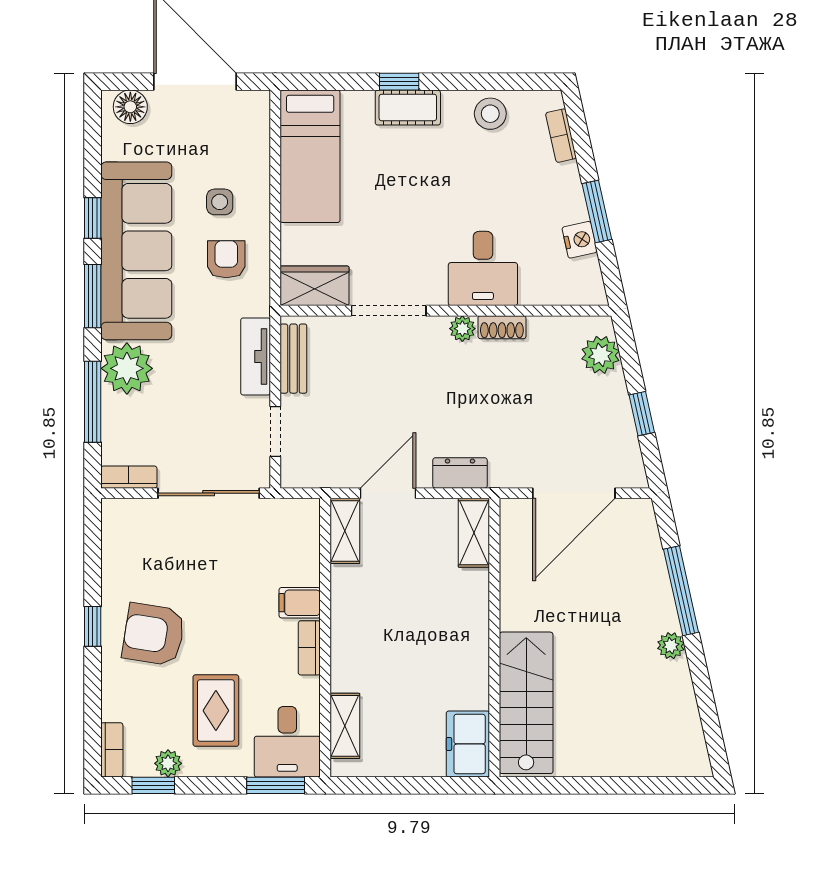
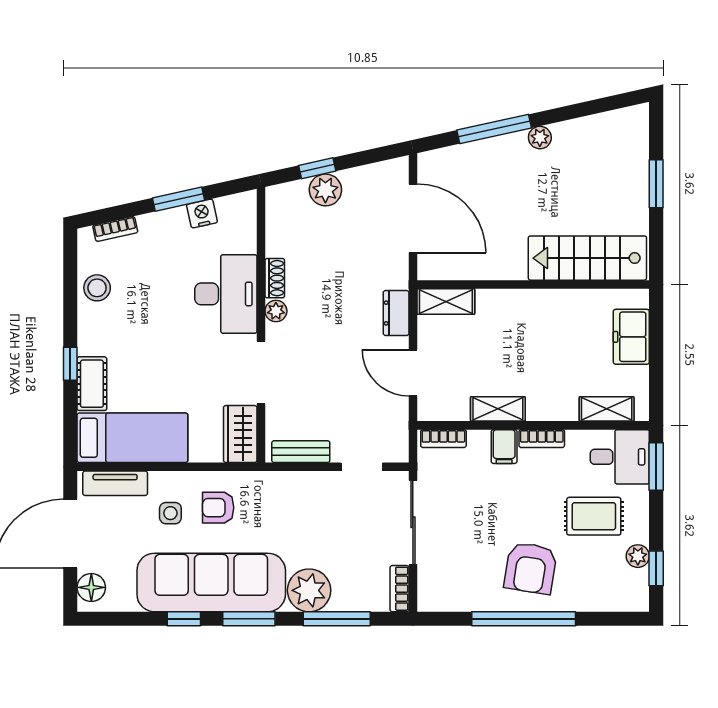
cot: (408, 108) -> (92, 384), moved
desk: (483, 268) -> (226, 294), width x1.37
plant: (600, 355) -> (325, 190), moved
tv unit: (256, 356) -> (115, 483), moved
window: (642, 414) -> (317, 168), moved
shelving: (345, 531) -> (498, 409), moved
window: (93, 626) -> (524, 619), width x3.17
freezer: (468, 744) -> (631, 337), moved, turned 90
bookcase: (112, 750) -> (443, 439), moved, turned 180
window: (615, 785) -> (656, 184), added

